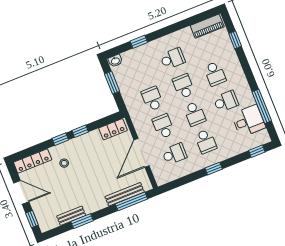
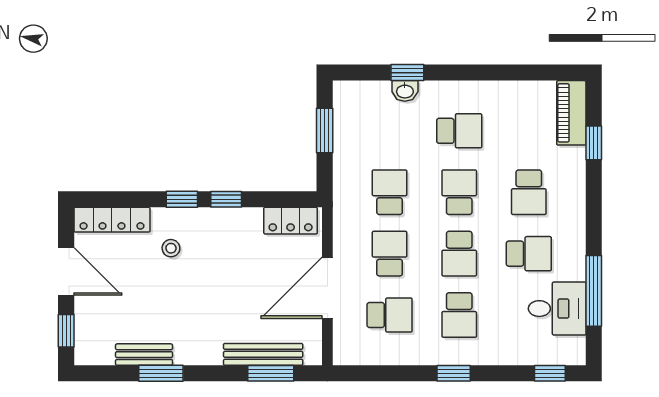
piano: (207, 26) -> (571, 113), moved, turned 90
washbasin: (115, 61) -> (405, 91), moved
window: (131, 201) -> (271, 373), width x0.69

